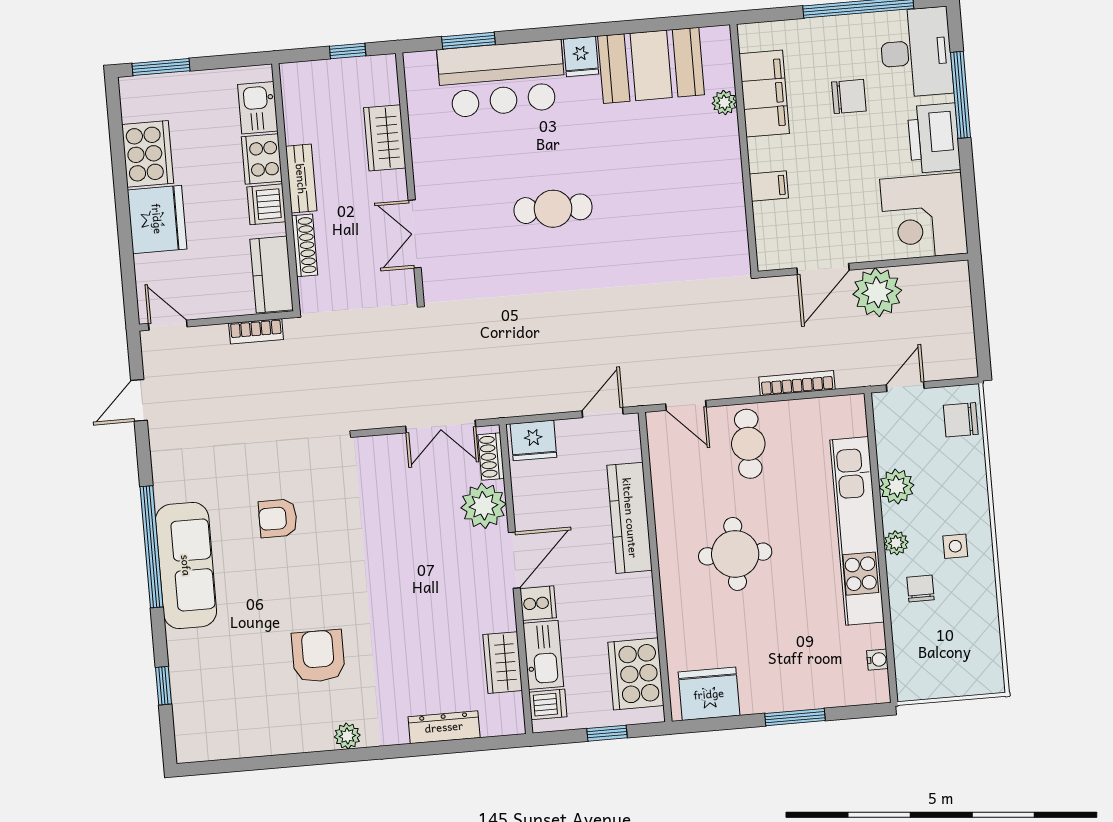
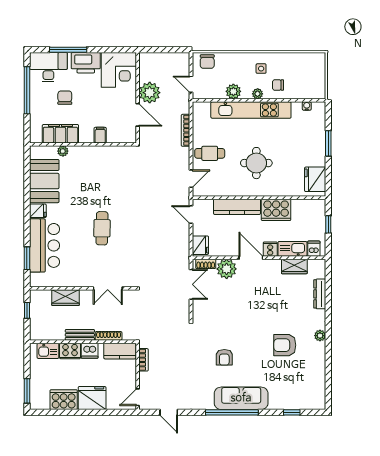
cooker: (636, 674) -> (276, 210), moved

